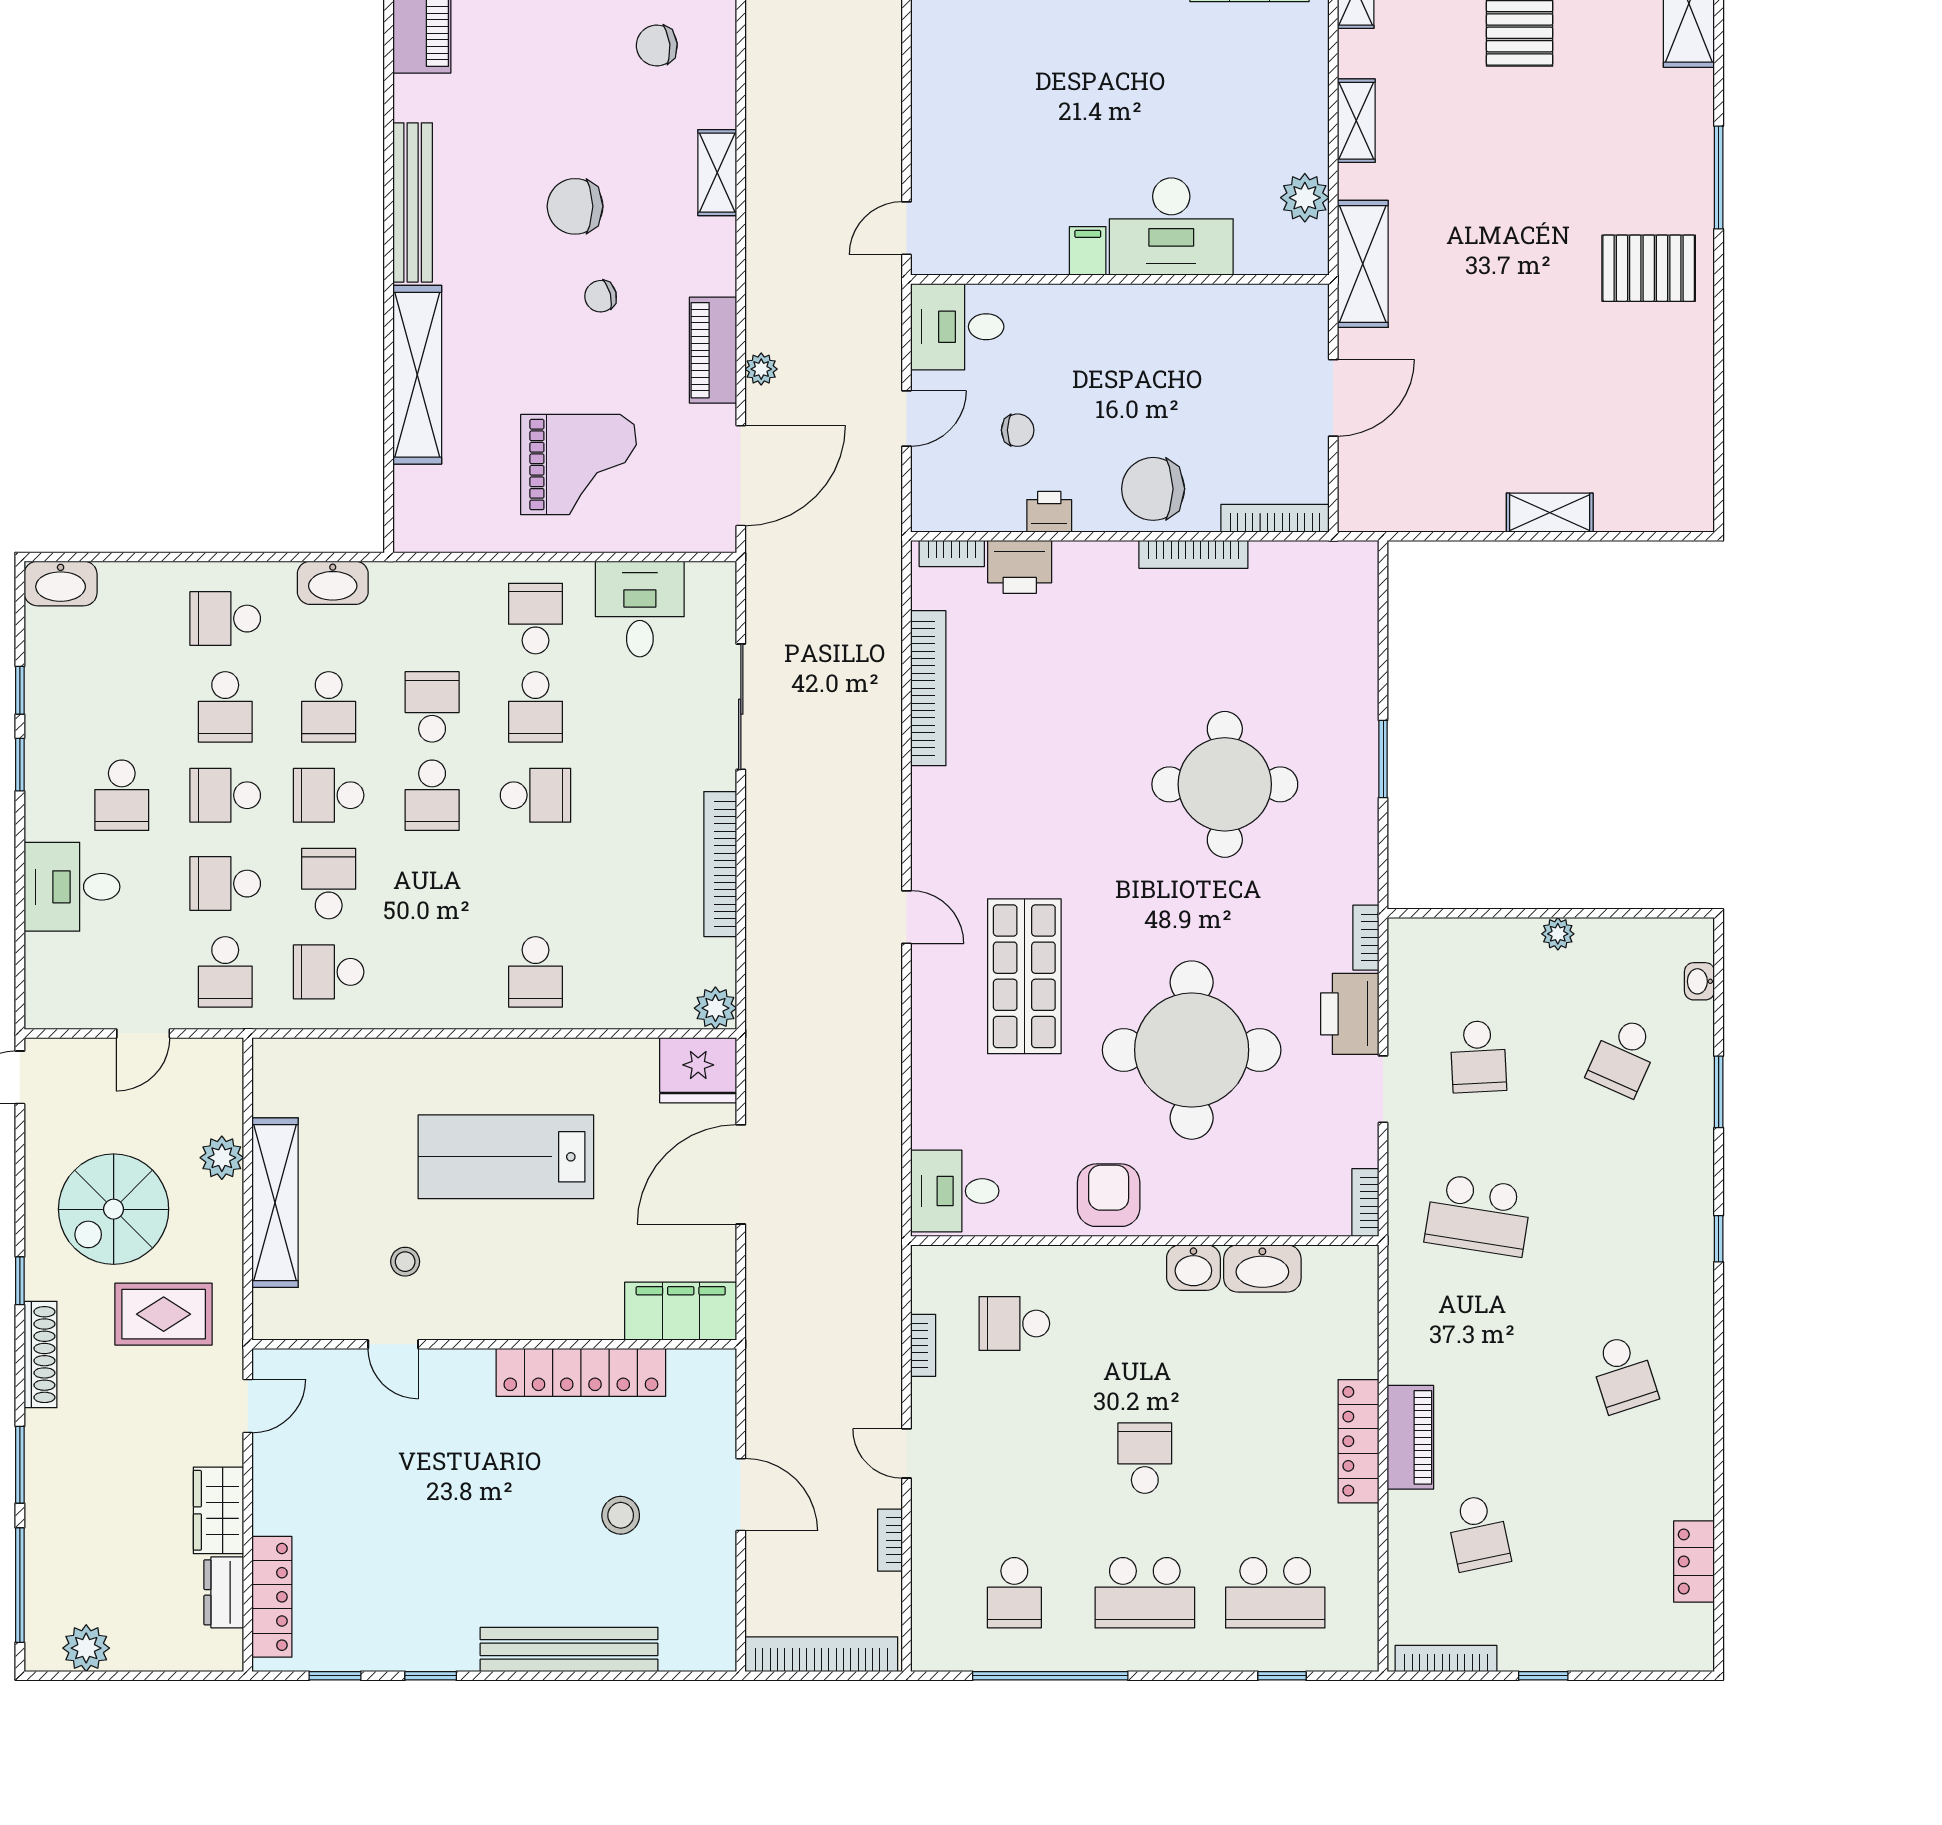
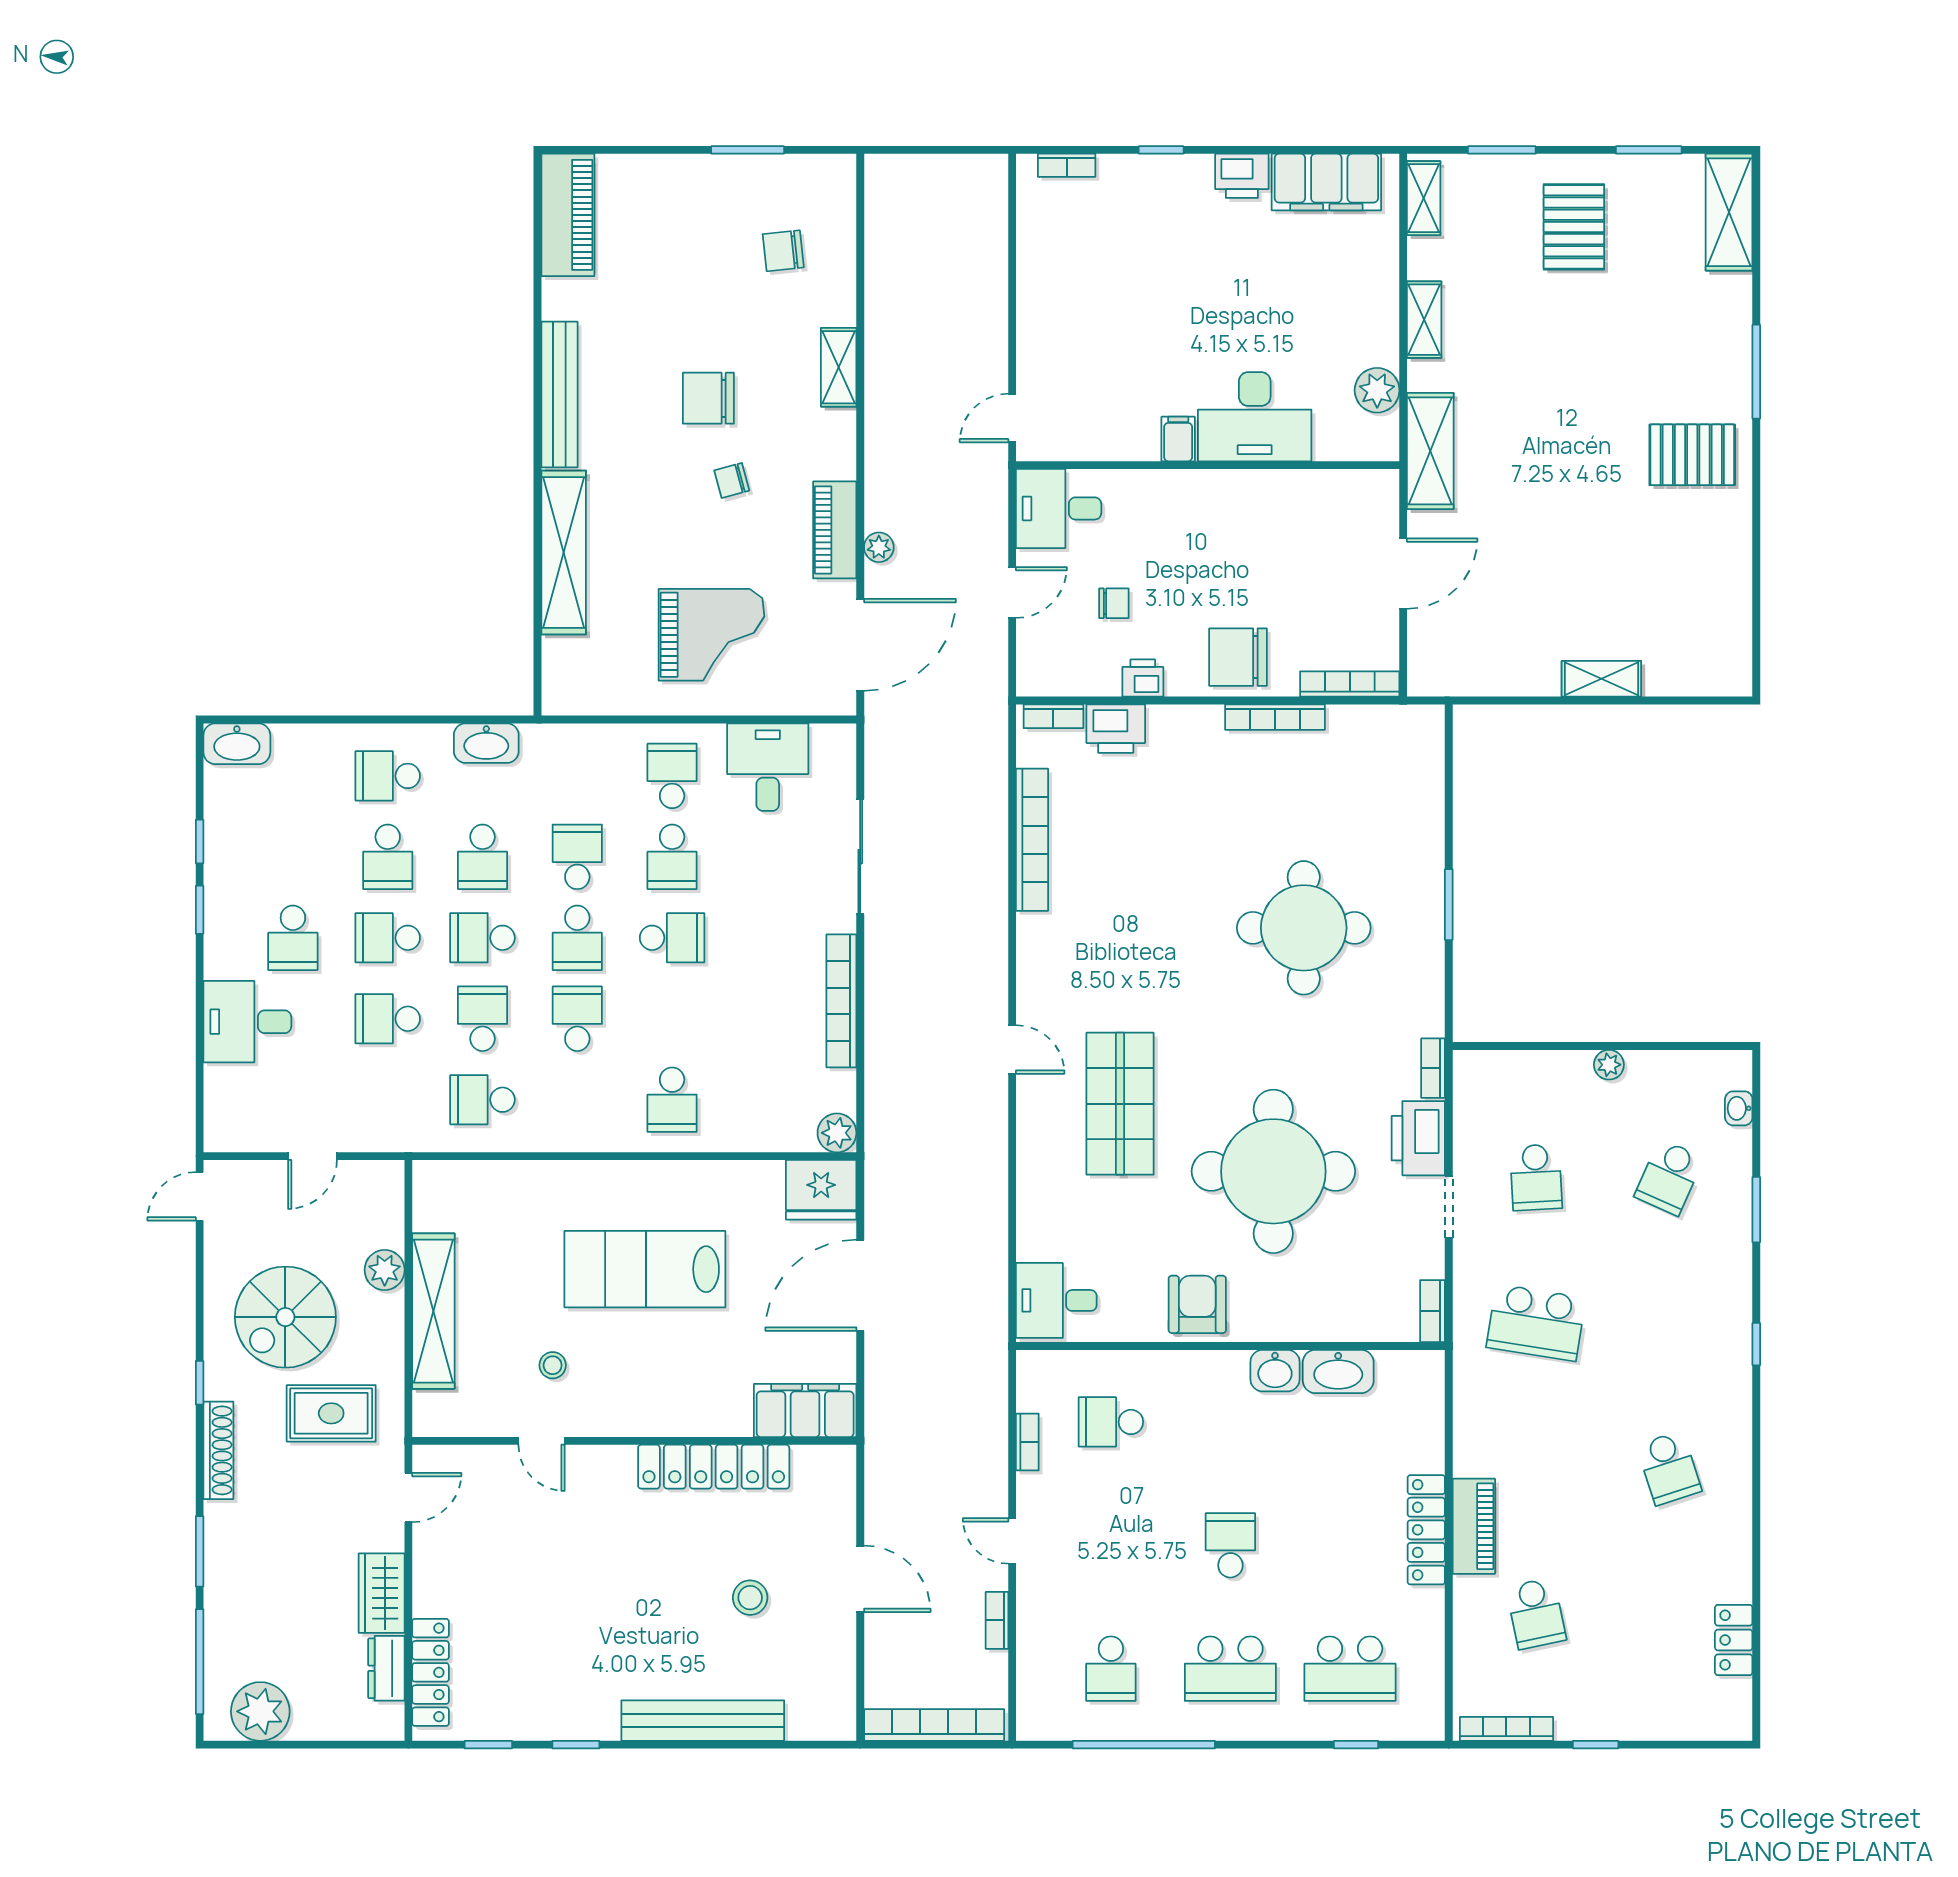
school desk: (225, 972) -> (577, 1019), moved, turned 180
plant: (86, 1648) -> (260, 1711), width x1.36, depth x1.36

